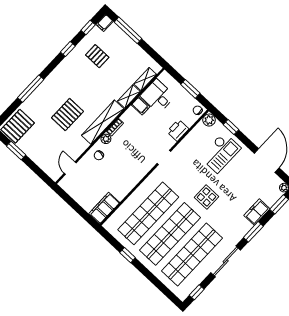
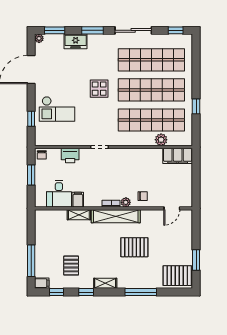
shelving: (145, 79) -> (105, 283), moved
plant: (209, 120) -> (161, 140), moved
checkout: (220, 153) -> (57, 109), turned 180

